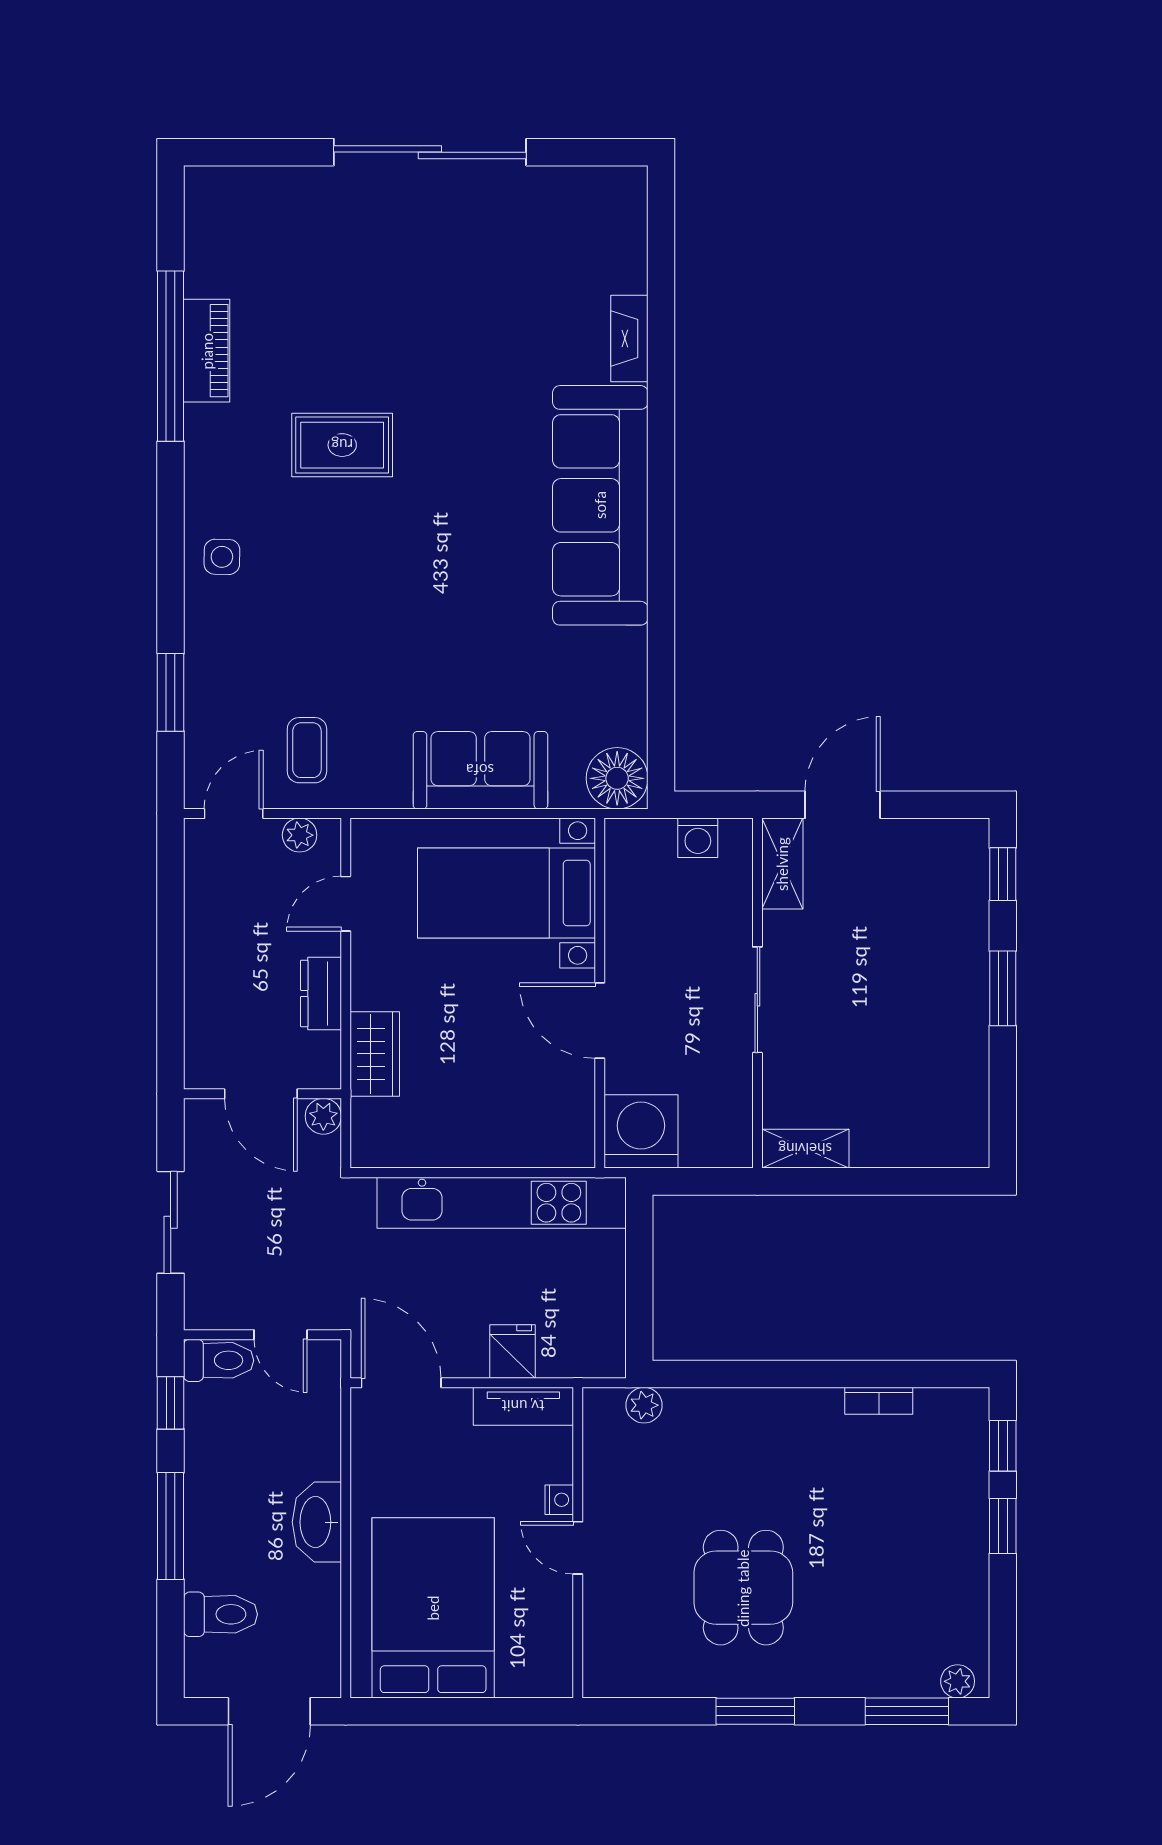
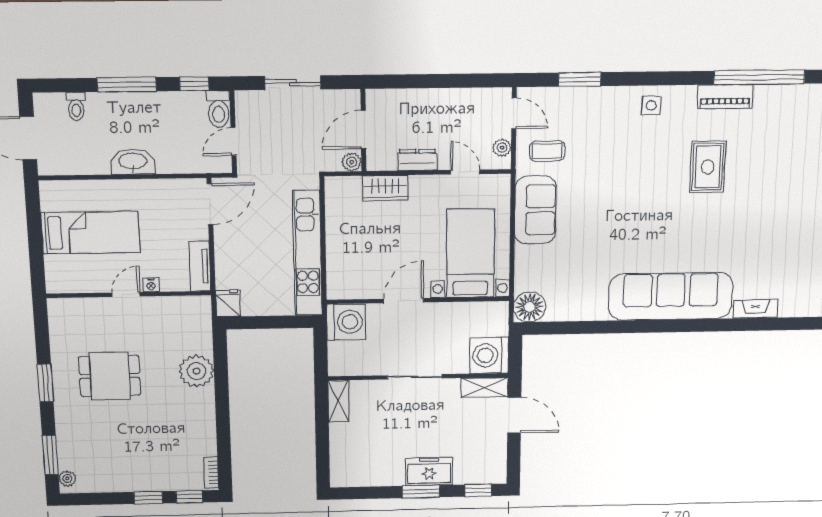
piano: (207, 351) -> (725, 97), moved
sofa: (480, 770) -> (535, 210), moved
washing machine: (698, 838) -> (489, 355), width x1.89, depth x1.89
freezer: (960, 972) -> (429, 472), added
fridge: (512, 1351) -> (228, 303), moved, turned -90
bookcase: (879, 1401) -> (211, 473), moved
plant: (644, 1405) -> (196, 371), moved, width x1.88, depth x1.88
bed: (433, 1608) -> (90, 233), width x0.67
toilet: (221, 1614) -> (76, 106), width x0.73, depth x0.72

